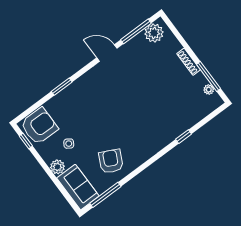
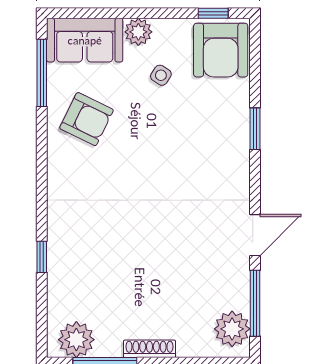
plant: (209, 90) -> (76, 340), width x1.87, depth x1.87

